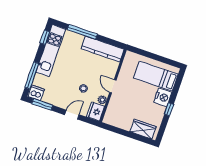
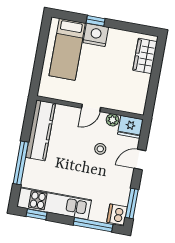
window: (169, 109) -> (96, 21), moved
door: (72, 115) -> (140, 160), hinge flipped

